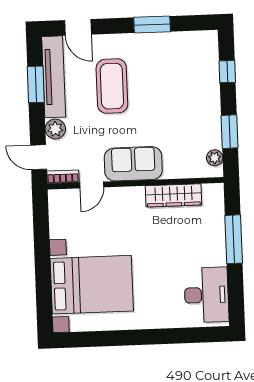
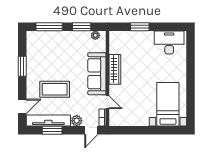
window: (227, 72) -> (49, 27), width x2.17
sofa: (133, 164) -> (97, 74), width x1.36
wardrobe: (173, 195) -> (115, 69), moved
window: (234, 239) -> (140, 27), width x0.69
bed with nightstands: (92, 285) -> (168, 104), width x0.73

